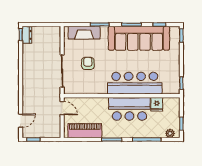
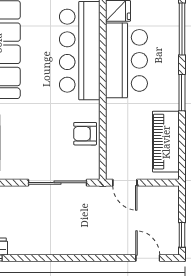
armchair: (88, 63) -> (85, 134), moved
door: (62, 108) -> (125, 183), swing flipped

